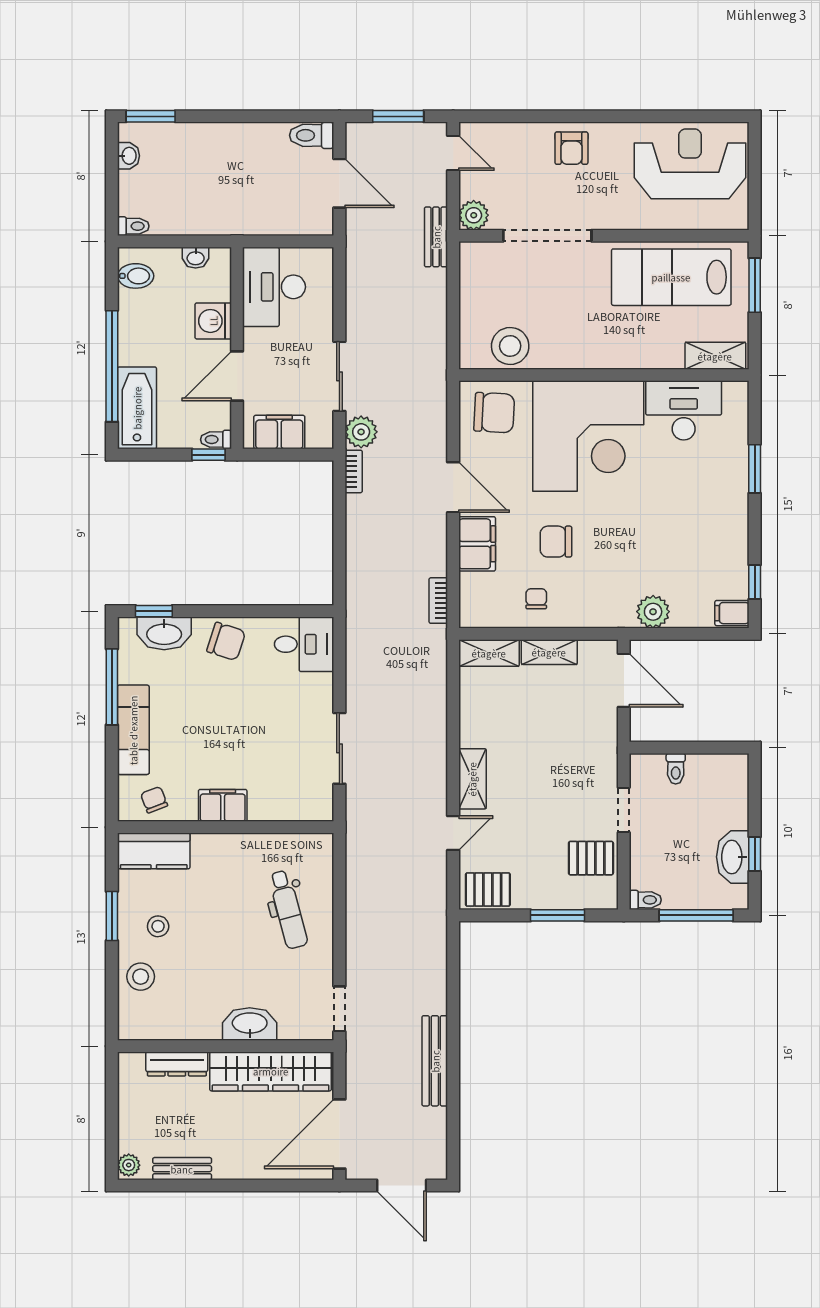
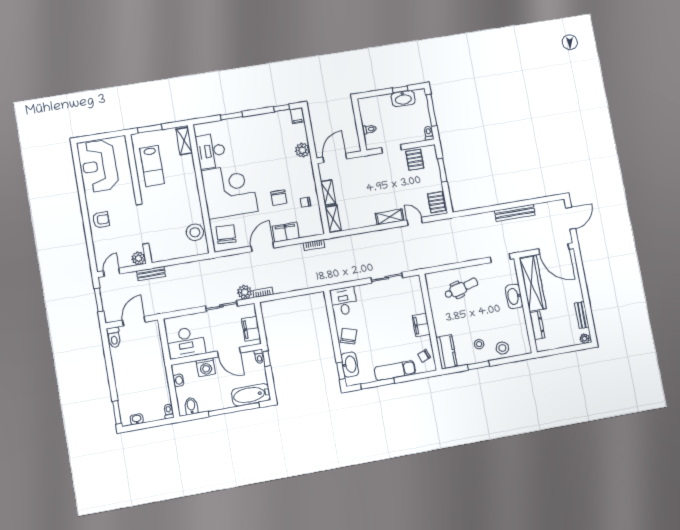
lab bench: (671, 277) -> (152, 166), width x0.73, depth x0.72

